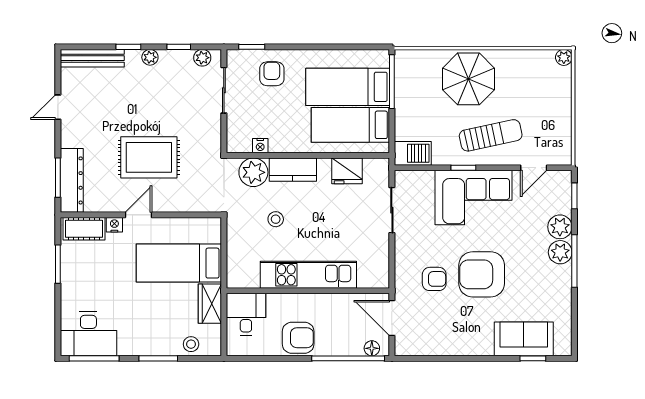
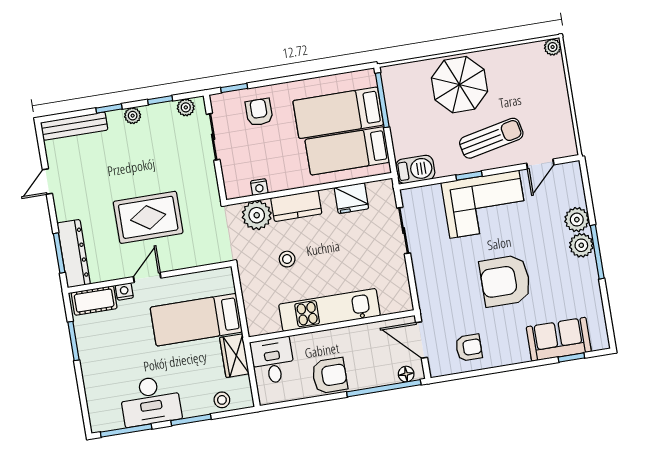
window: (574, 196) -> (586, 186), removed
armchair: (434, 279) -> (469, 348), moved
desk: (88, 334) -> (150, 401), moved

